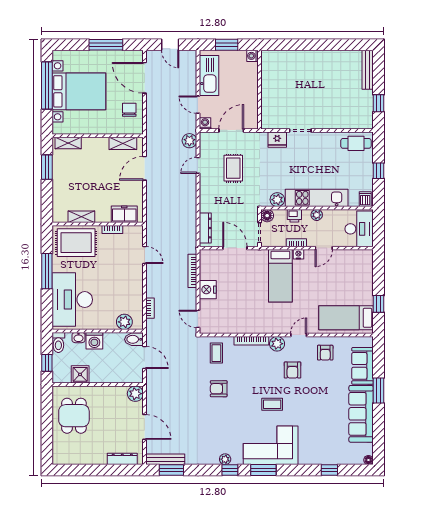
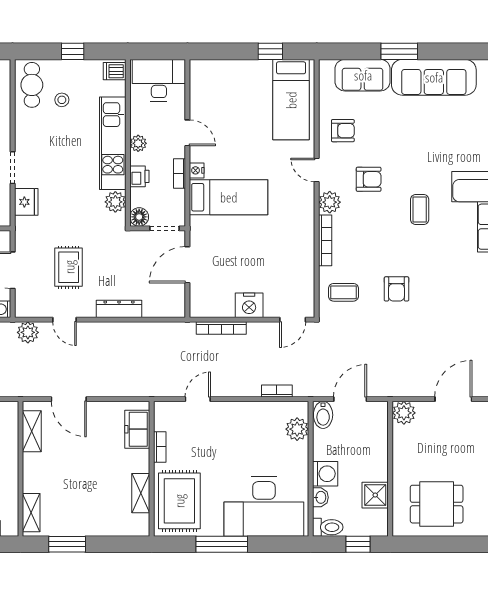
stool: (346, 164) -> (62, 100), added
rug: (233, 168) -> (69, 267), turned 90
dresser: (205, 228) -> (119, 309), moved

